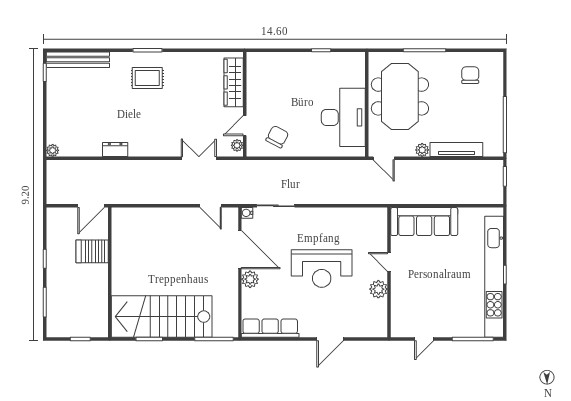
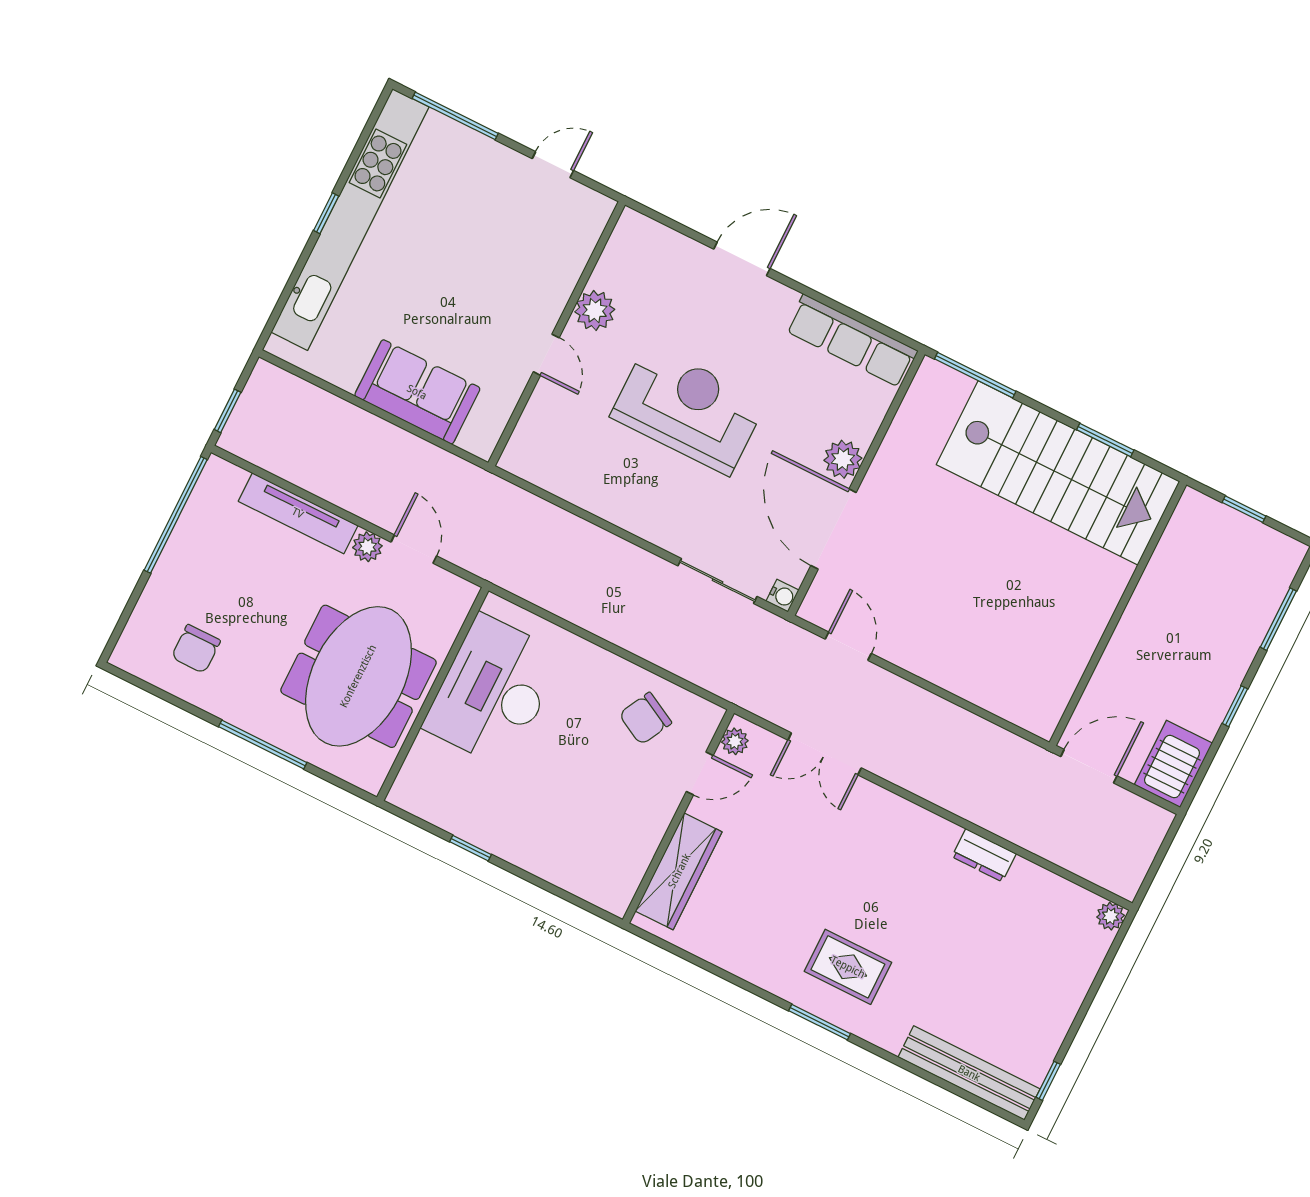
door: (384, 158) -> (414, 549), moved
sofa: (424, 222) -> (417, 392), width x0.73
server rack: (92, 251) -> (1173, 764), moved, turned -90

